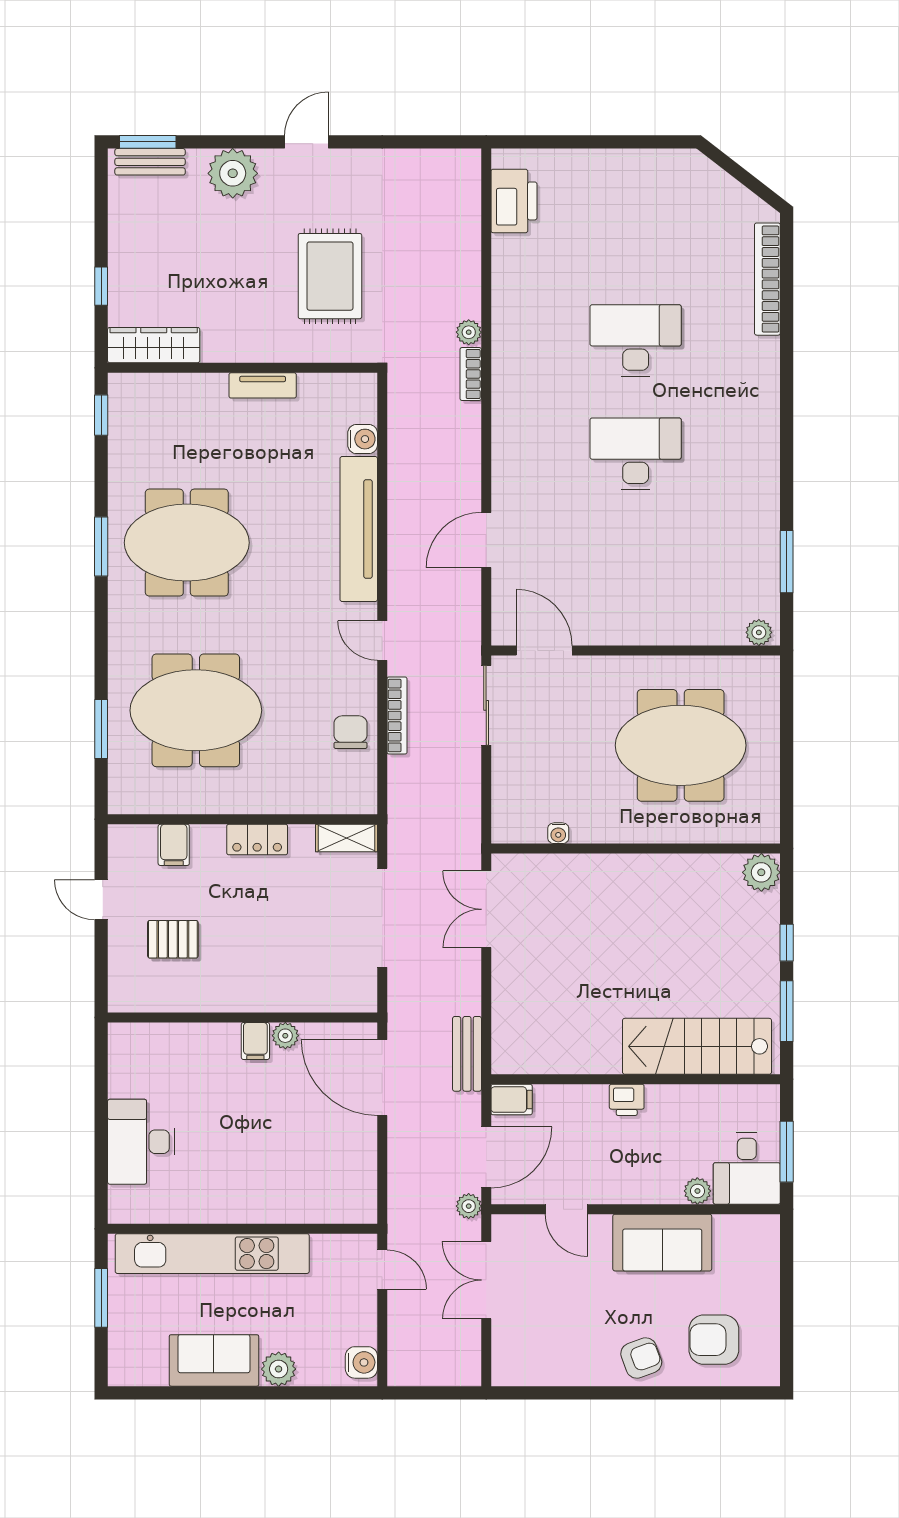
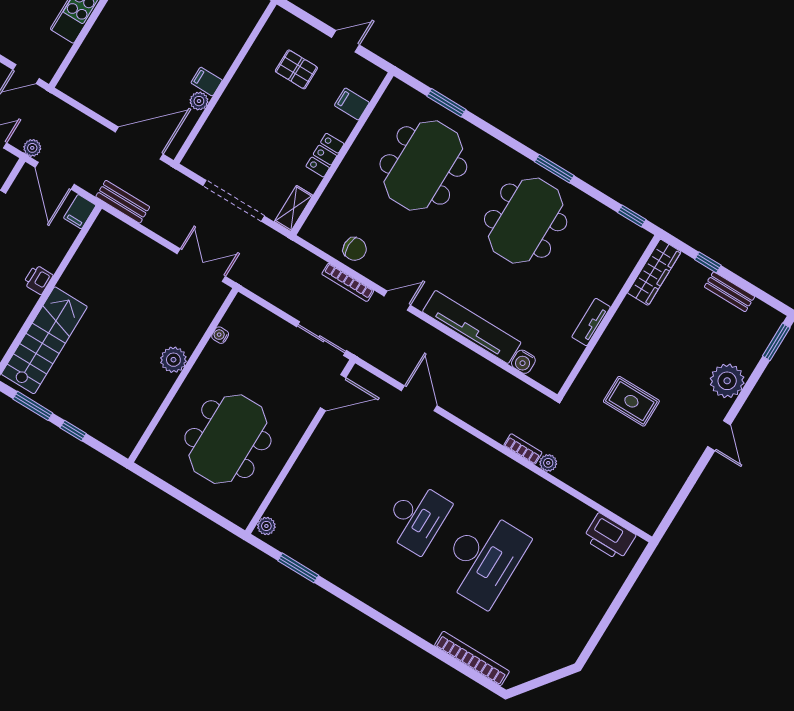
bench: (150, 162) -> (729, 292), moved, turned 90
rug: (330, 276) -> (631, 401), width x0.73, depth x0.70
desk: (636, 340) -> (483, 558), width x1.36, depth x1.30
plant: (761, 872) -> (173, 360), moved
pallet: (173, 939) -> (296, 69), turned 90

